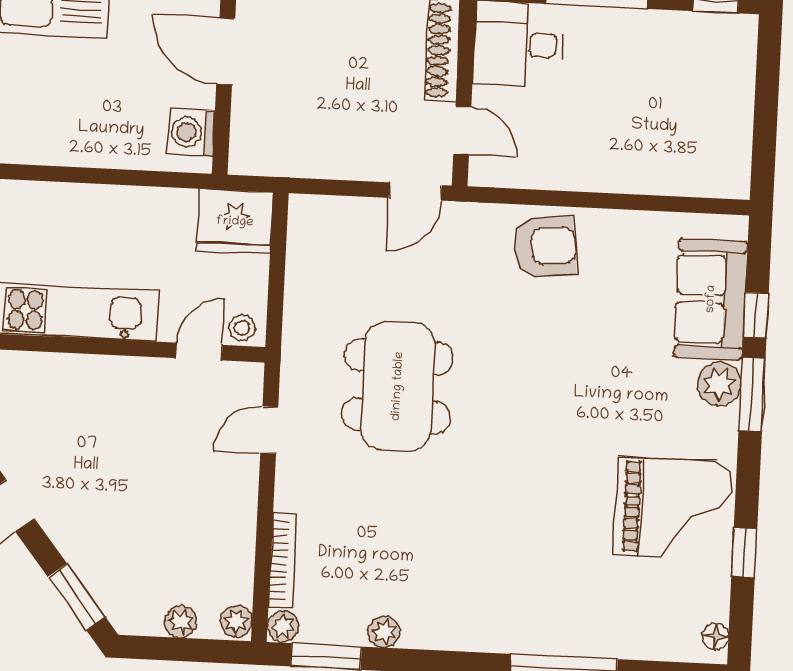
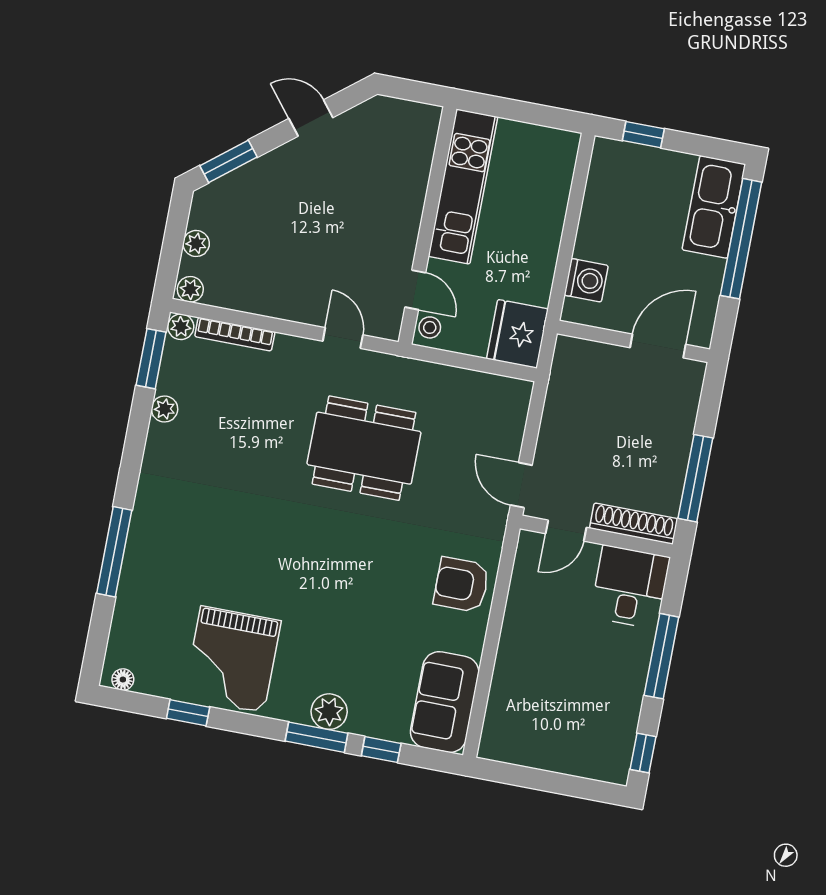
washing machine: (191, 132) -> (586, 280), moved, turned 90
armchair: (545, 246) -> (461, 585), turned 97
sofa: (711, 299) -> (445, 702), moved, turned -90

